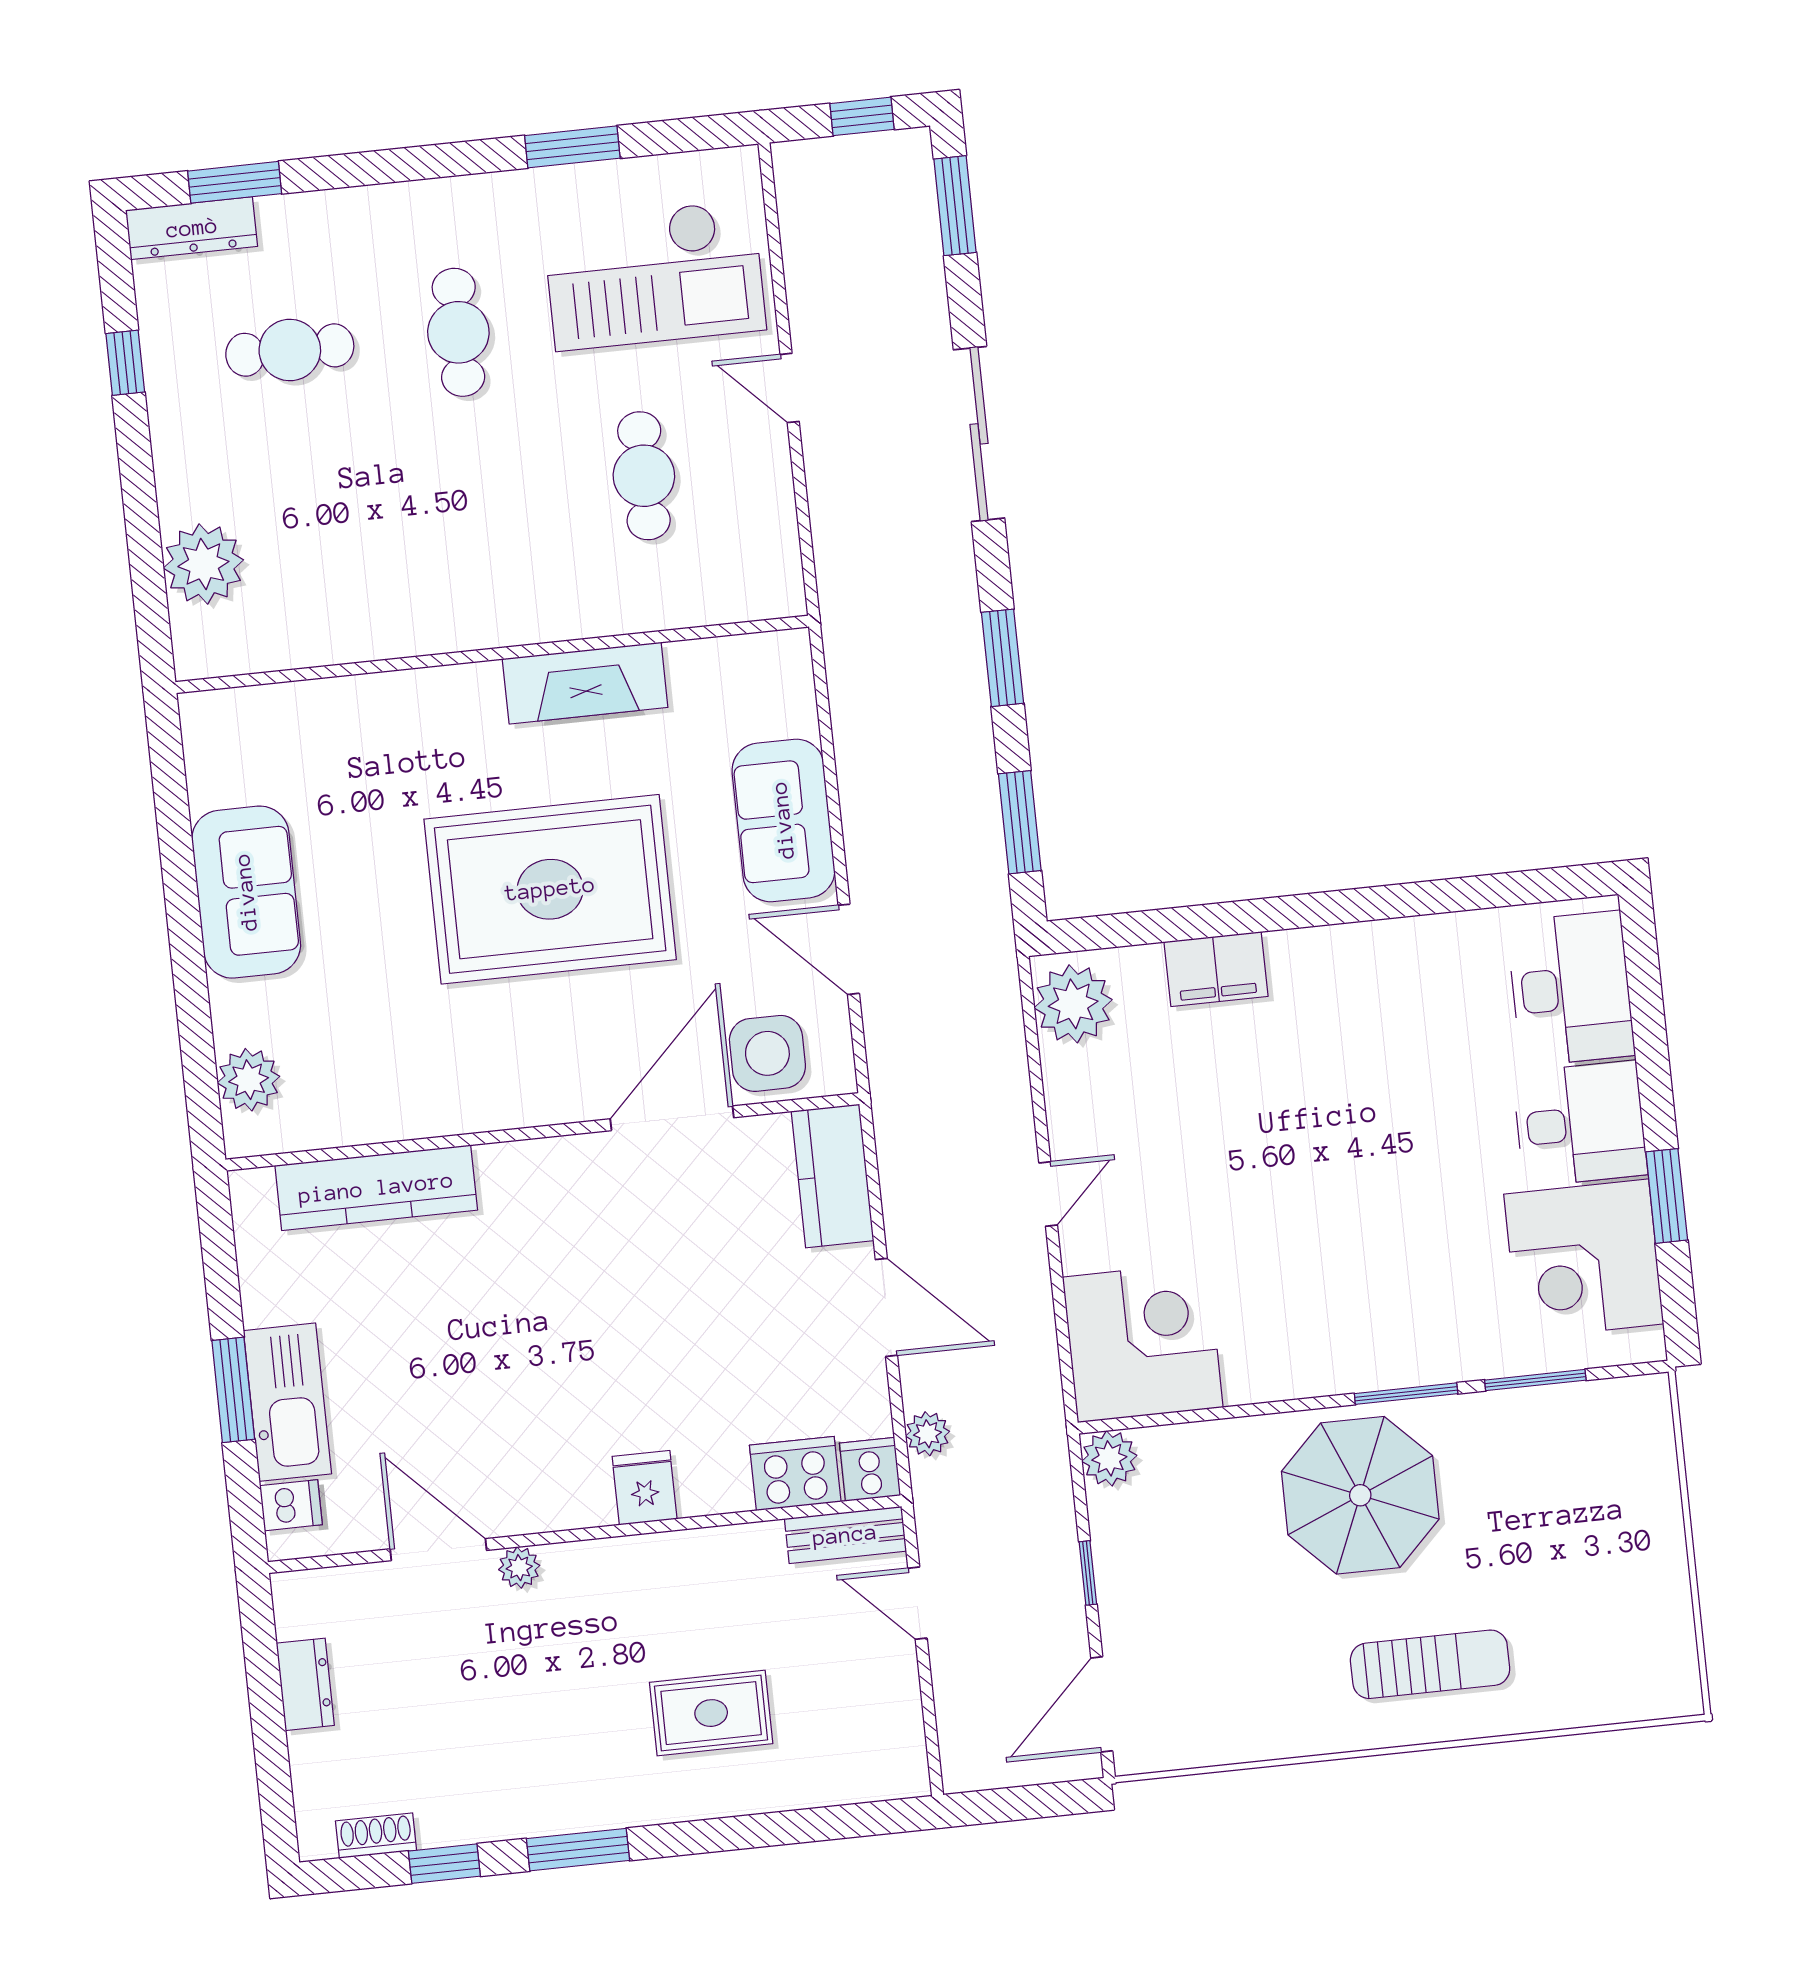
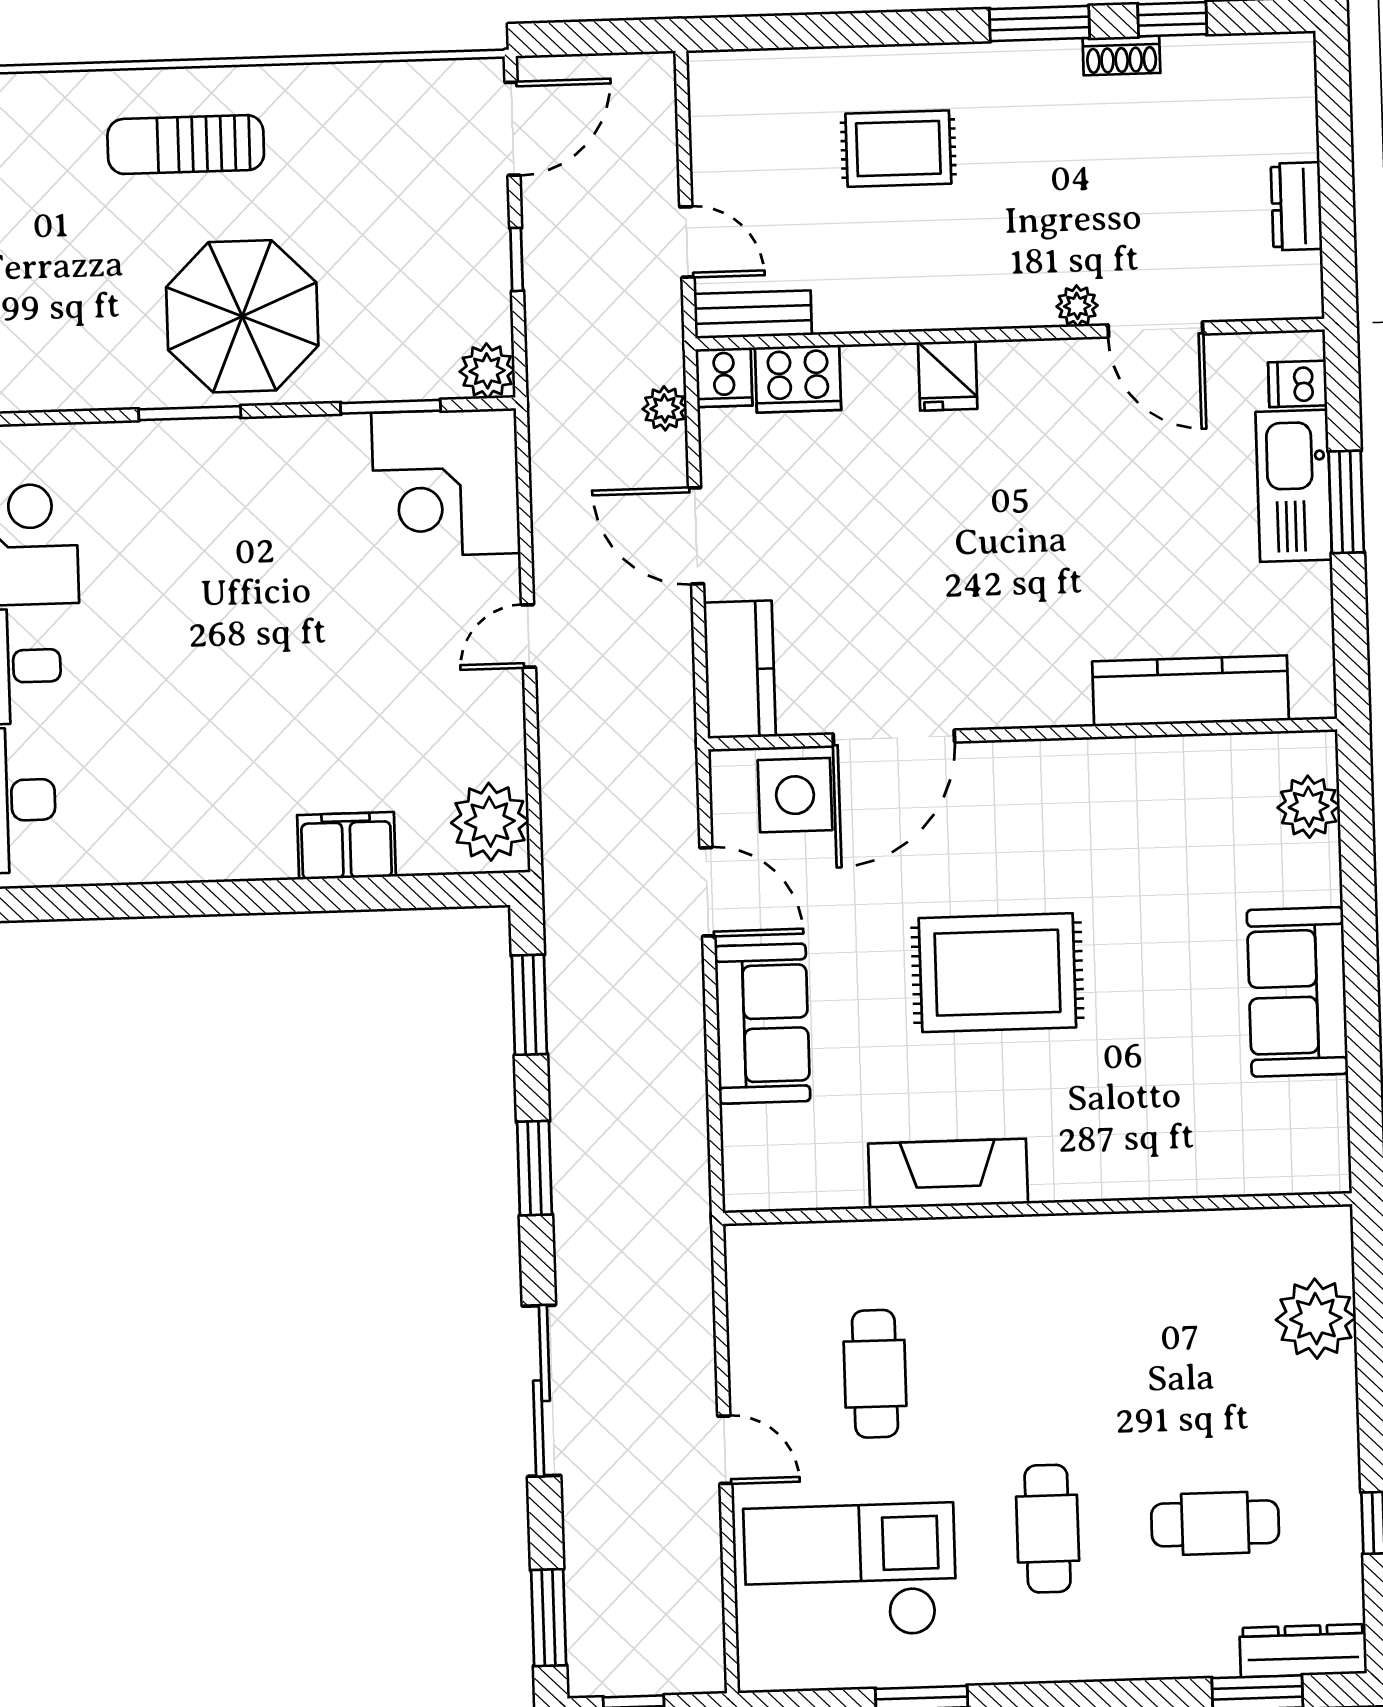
rug: (550, 889) -> (997, 973), width x0.73, depth x0.69
window: (1535, 1380) -> (391, 407), moved
shoe rack: (376, 1836) -> (1121, 56), moved

